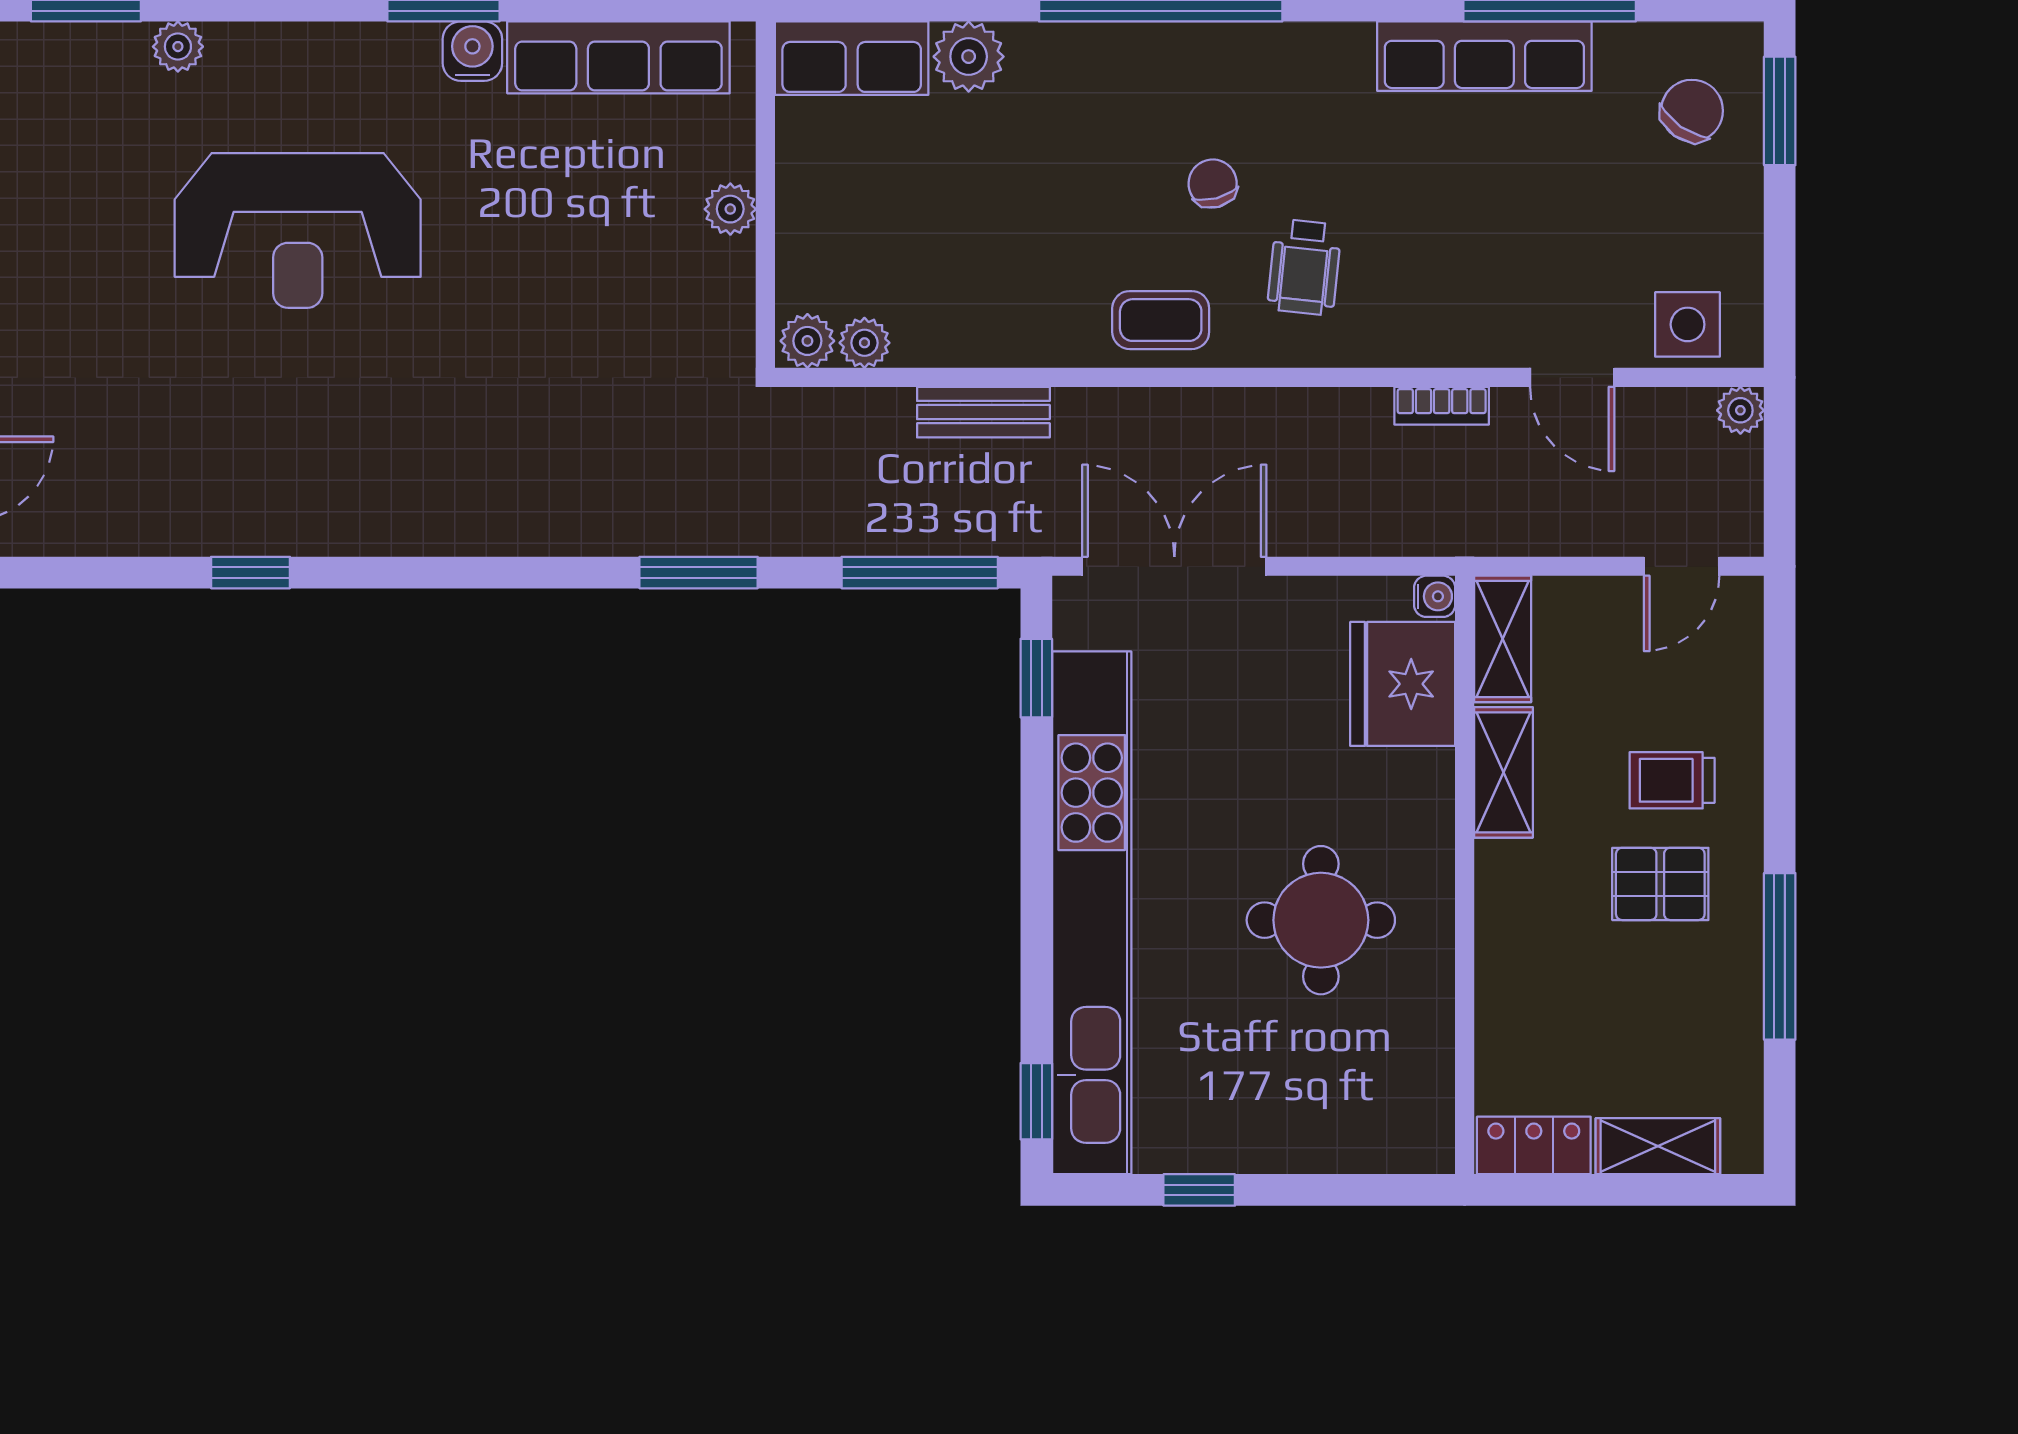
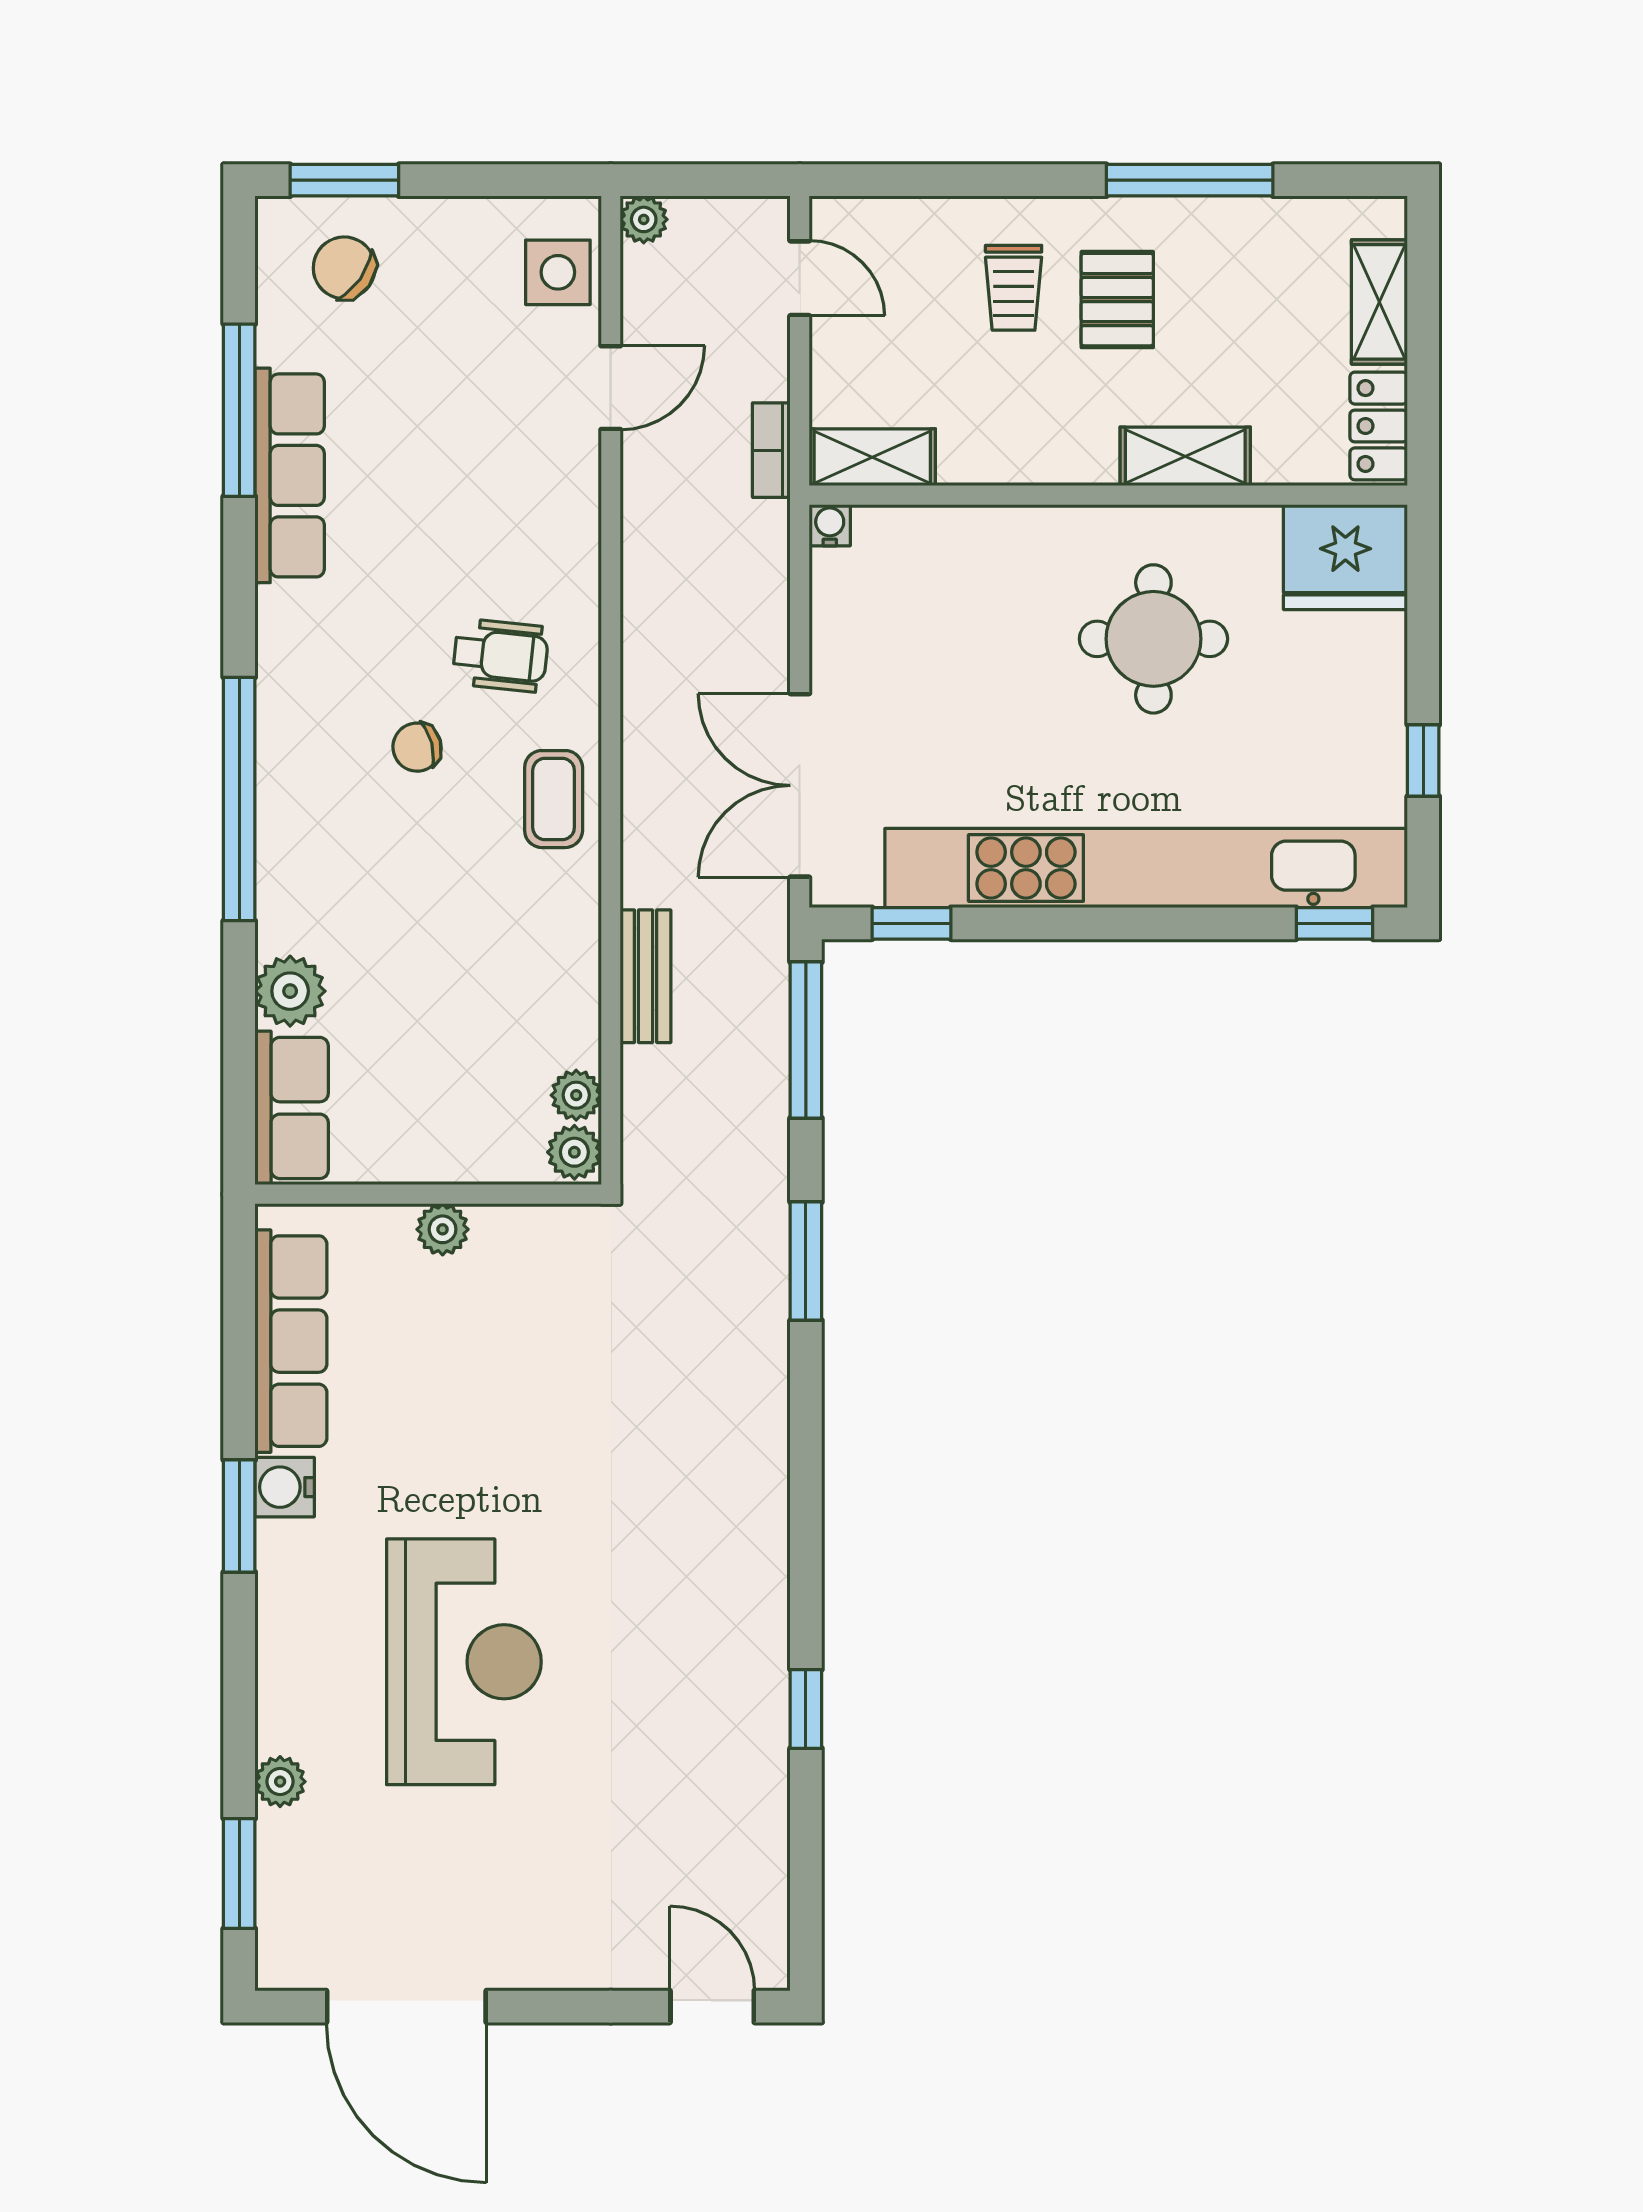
bookcase: (1442, 406) -> (771, 450), moved, turned 180
fridge: (1403, 684) -> (1345, 557), moved
shelving: (1503, 772) -> (1185, 456), moved

